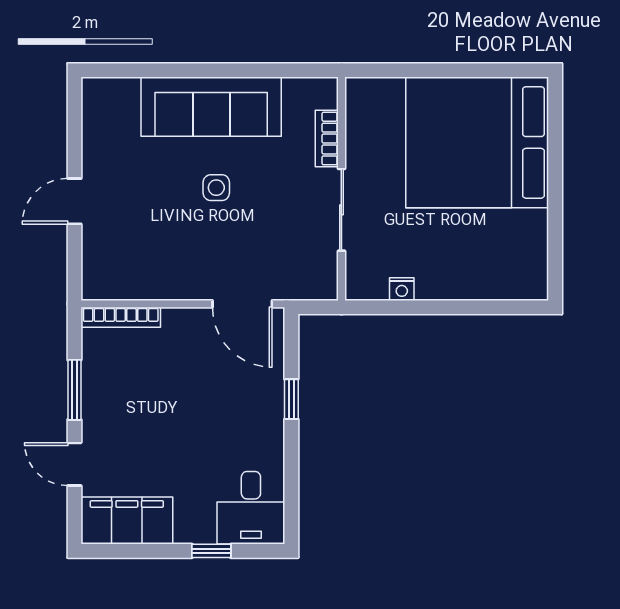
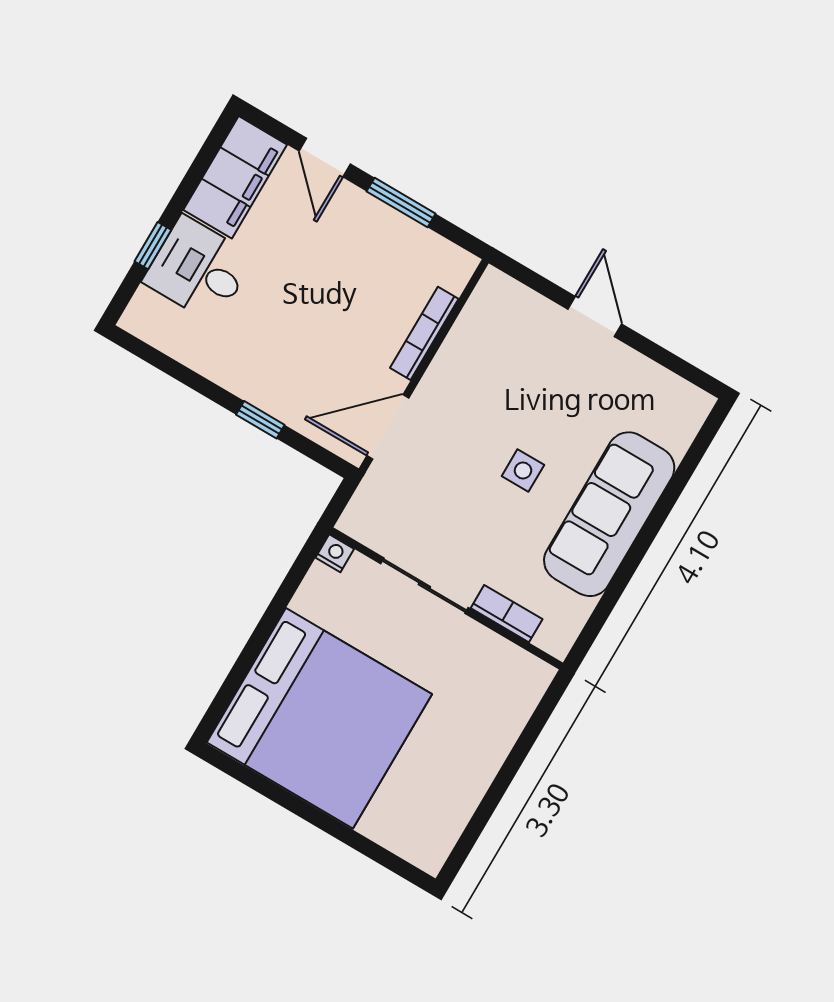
bed: (477, 142) -> (319, 718), moved, turned 90
nightstand: (402, 289) -> (335, 553), moved, turned 90
bookcase: (121, 317) -> (424, 333), moved
door: (74, 464) -> (325, 158), swing flipped
desk: (251, 508) -> (199, 269), moved

